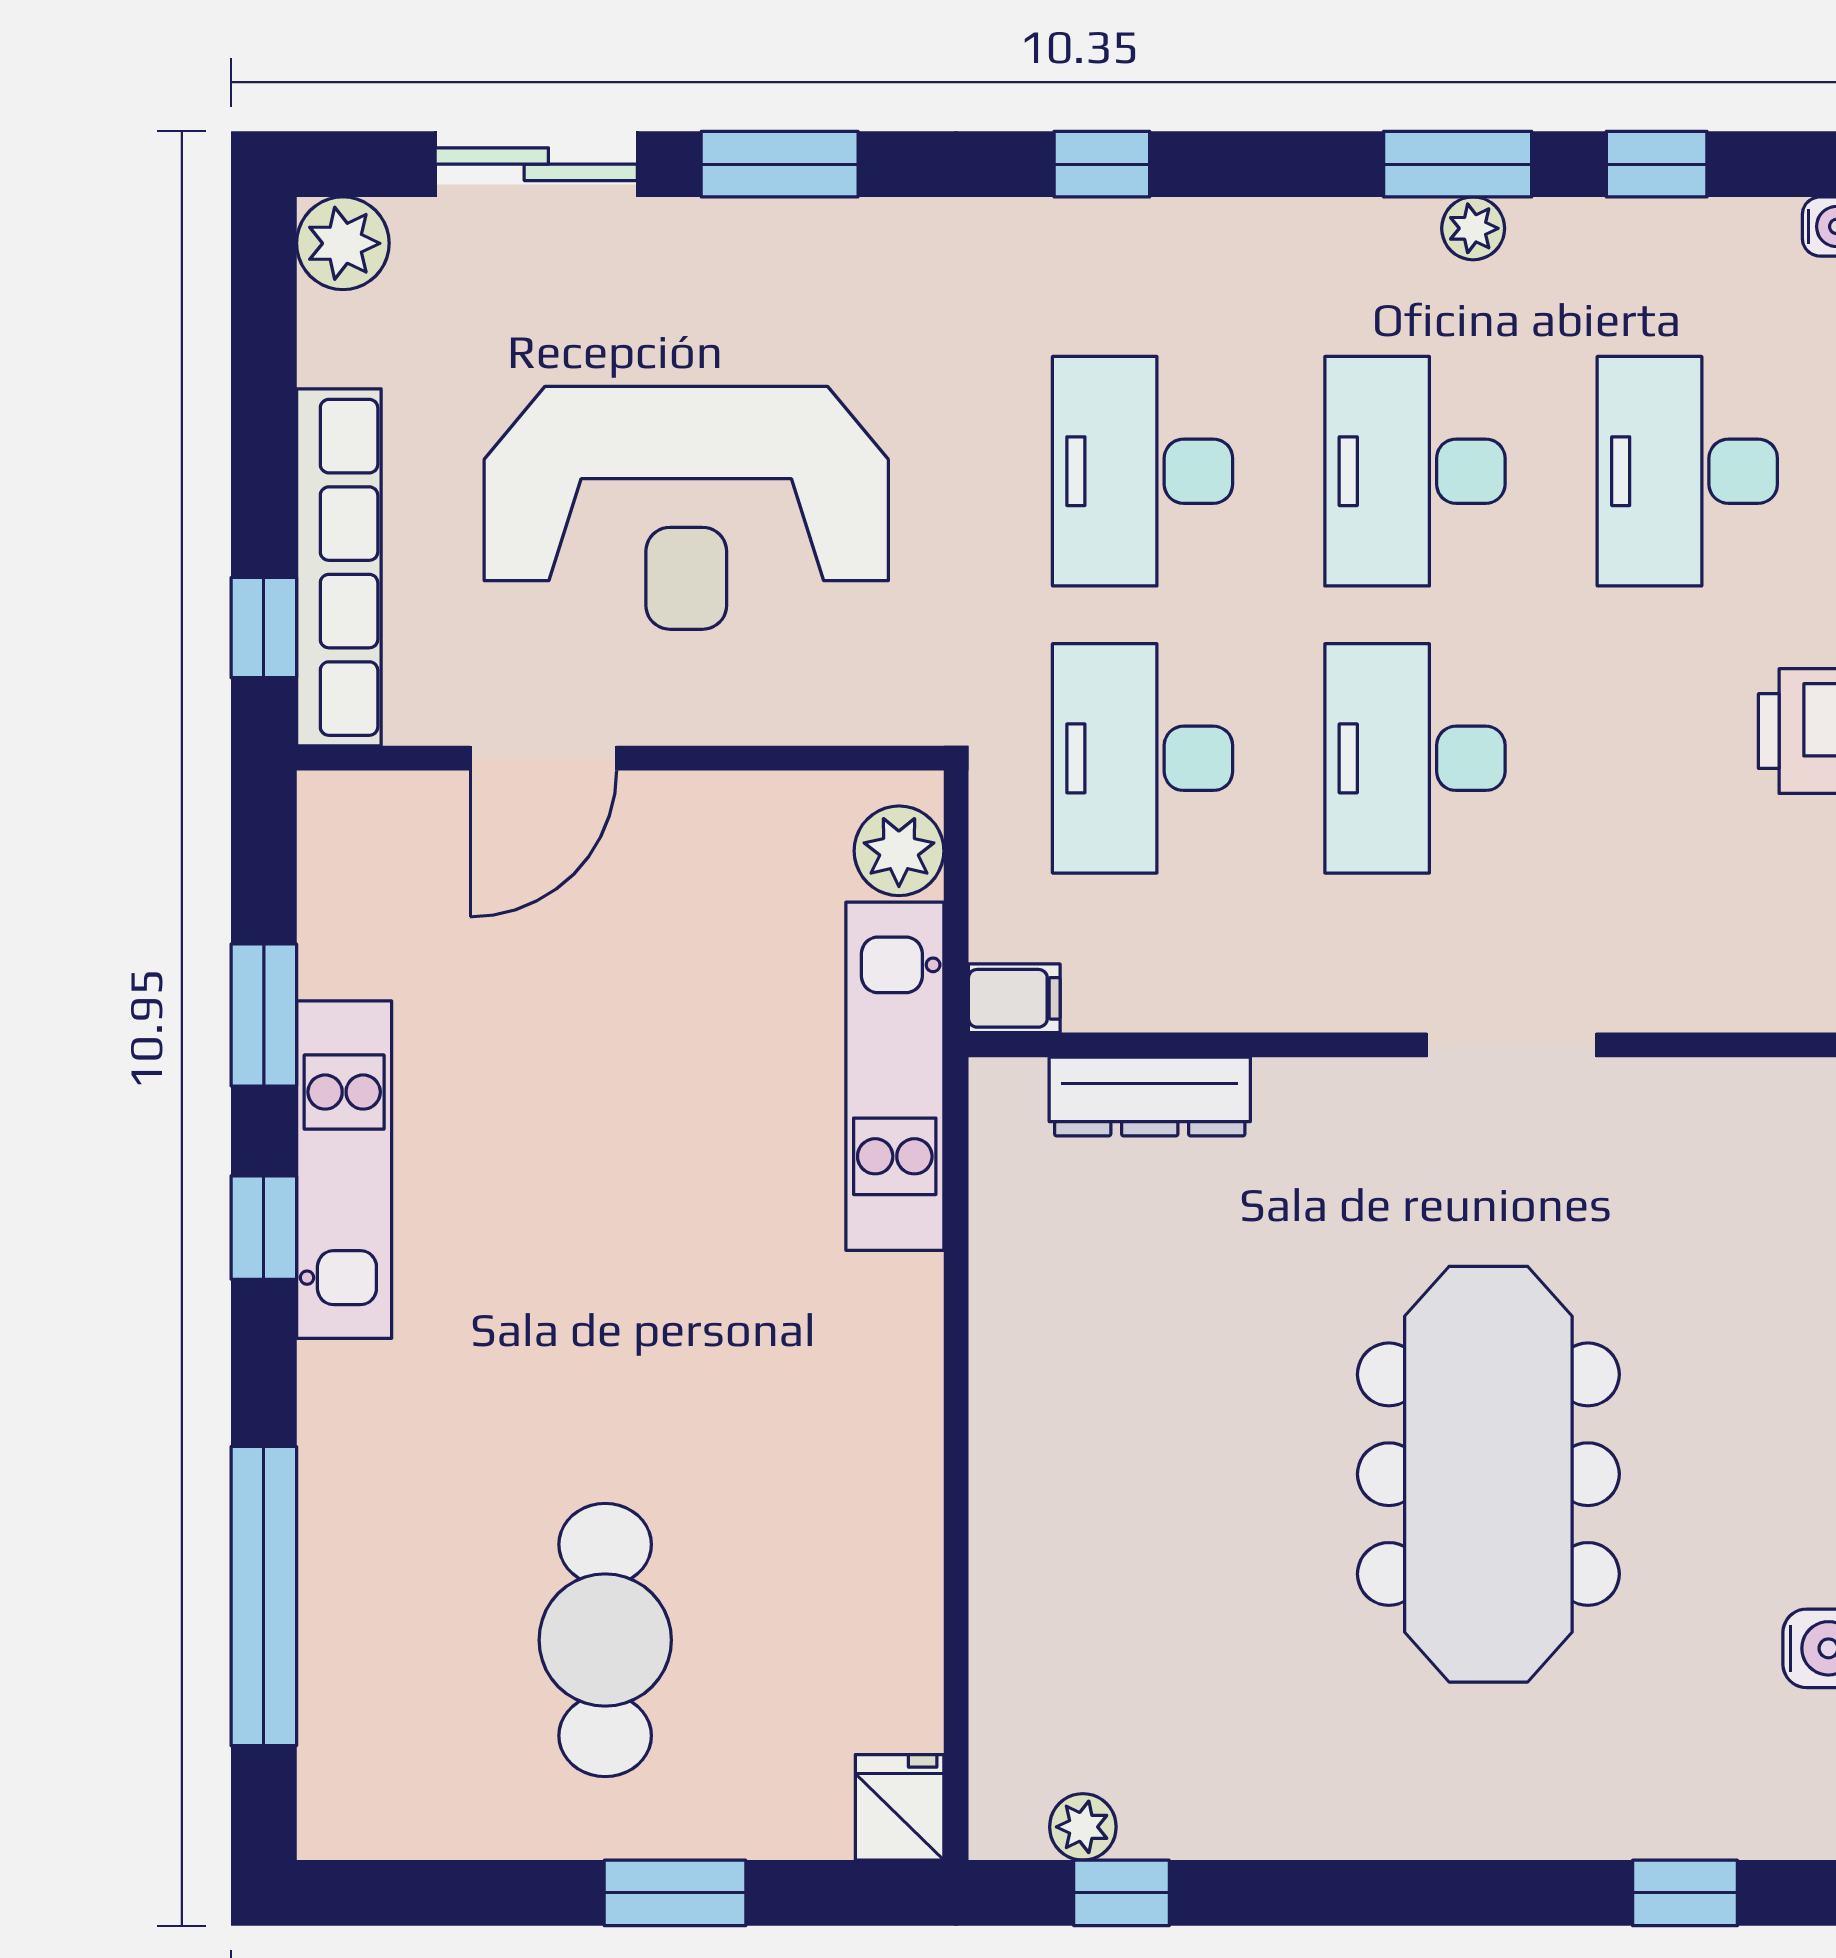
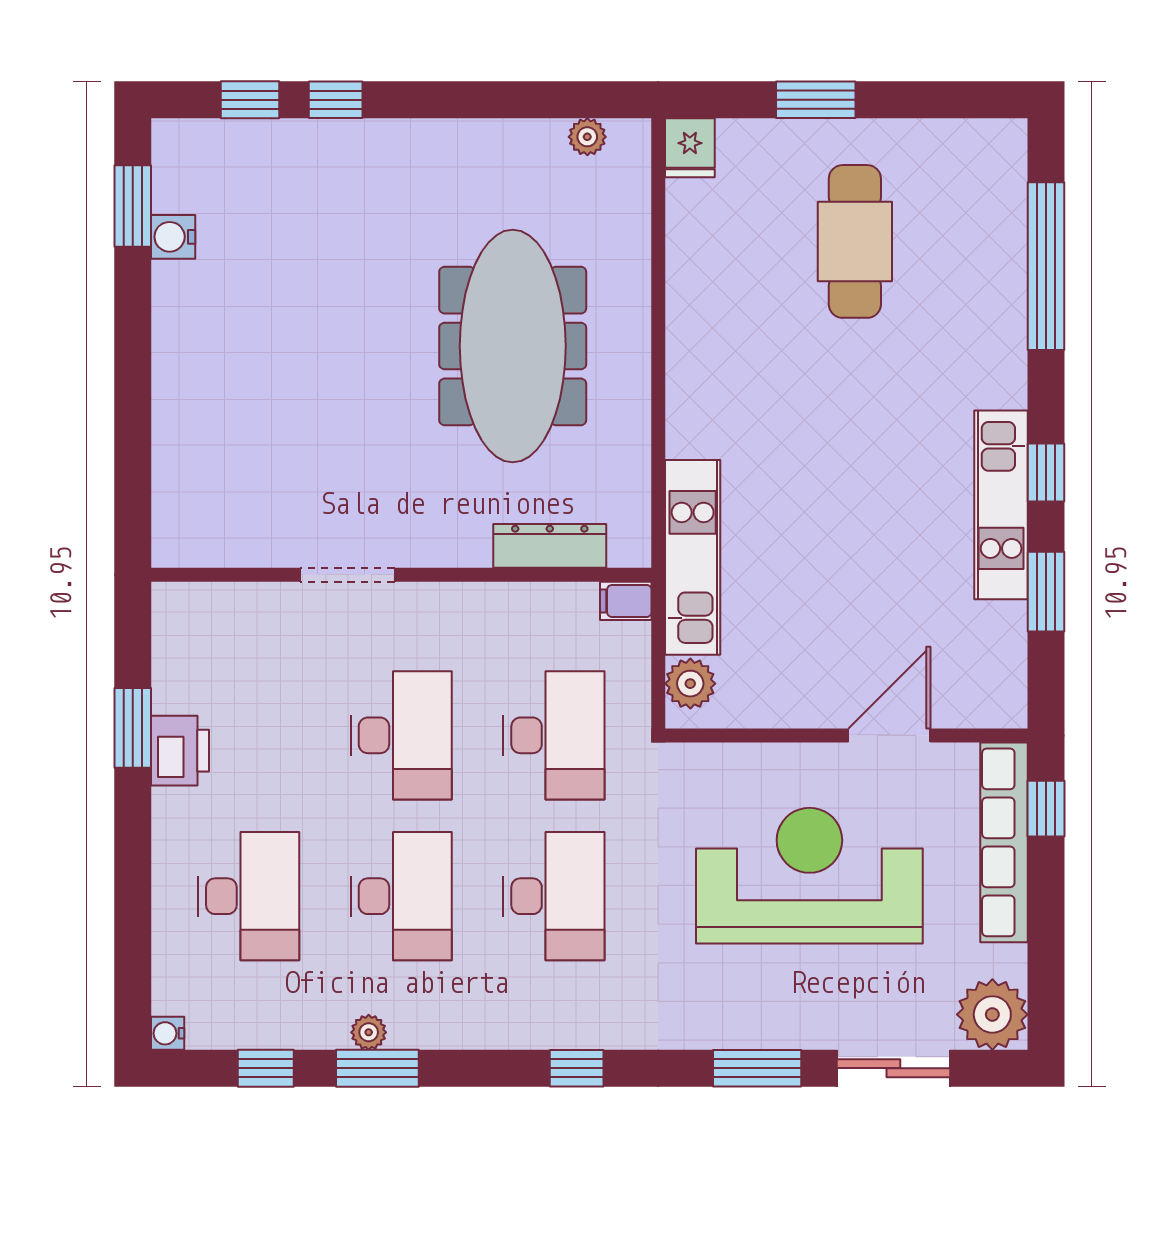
plant: (343, 243) -> (992, 1014), width x1.36, depth x1.36
meeting table: (1488, 1474) -> (513, 346), moved
window: (1121, 1893) -> (336, 100), moved

